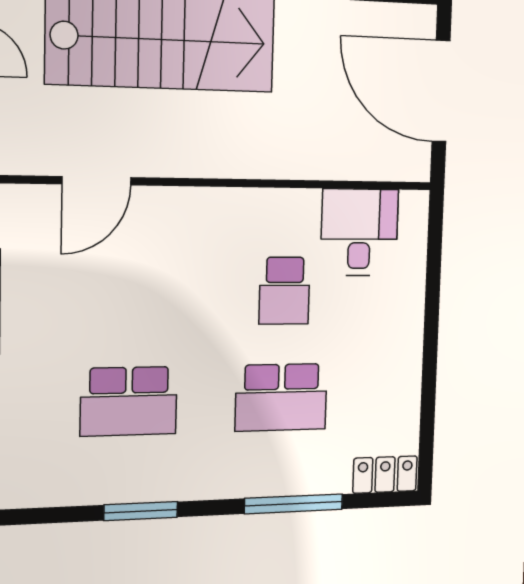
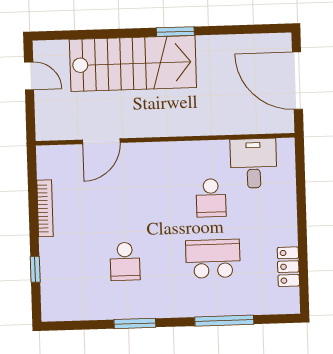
school desk: (281, 397) -> (213, 259), turned 180
school desk: (129, 401) -> (125, 261), width x0.54
locker: (385, 475) -> (288, 267), moved, turned -90

